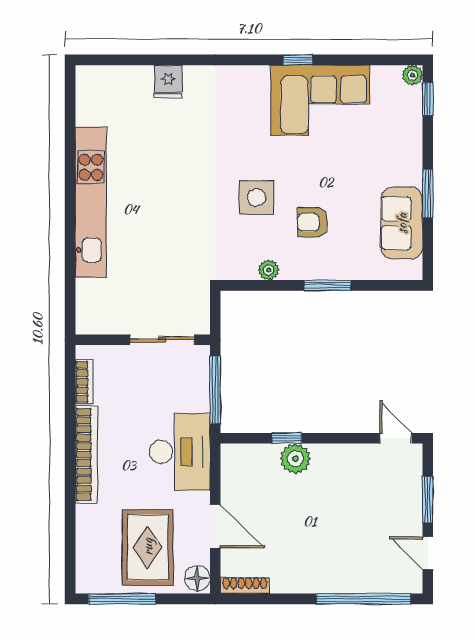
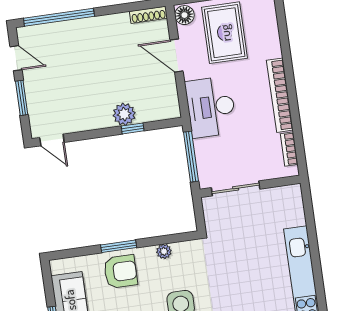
armchair: (313, 222) -> (121, 272), moved, width x1.38, depth x1.38

